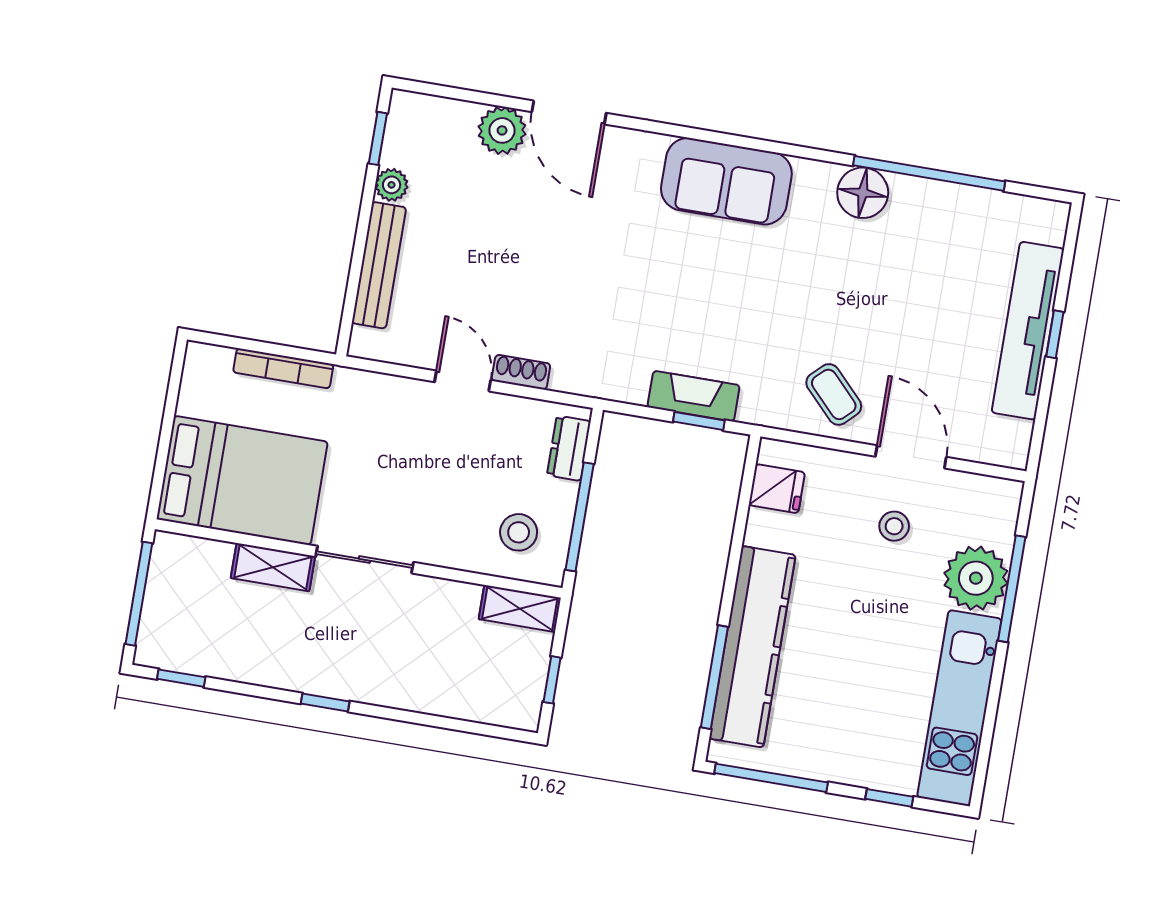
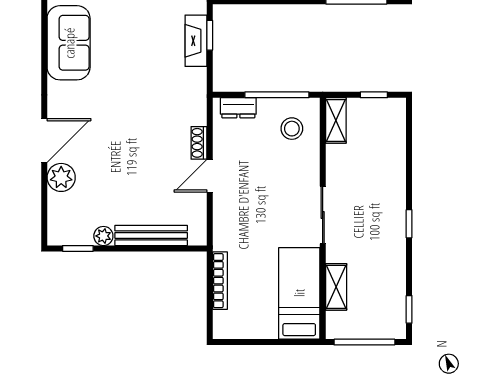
bed: (242, 480) -> (299, 293), width x0.67
shelving: (273, 567) -> (336, 287), moved

